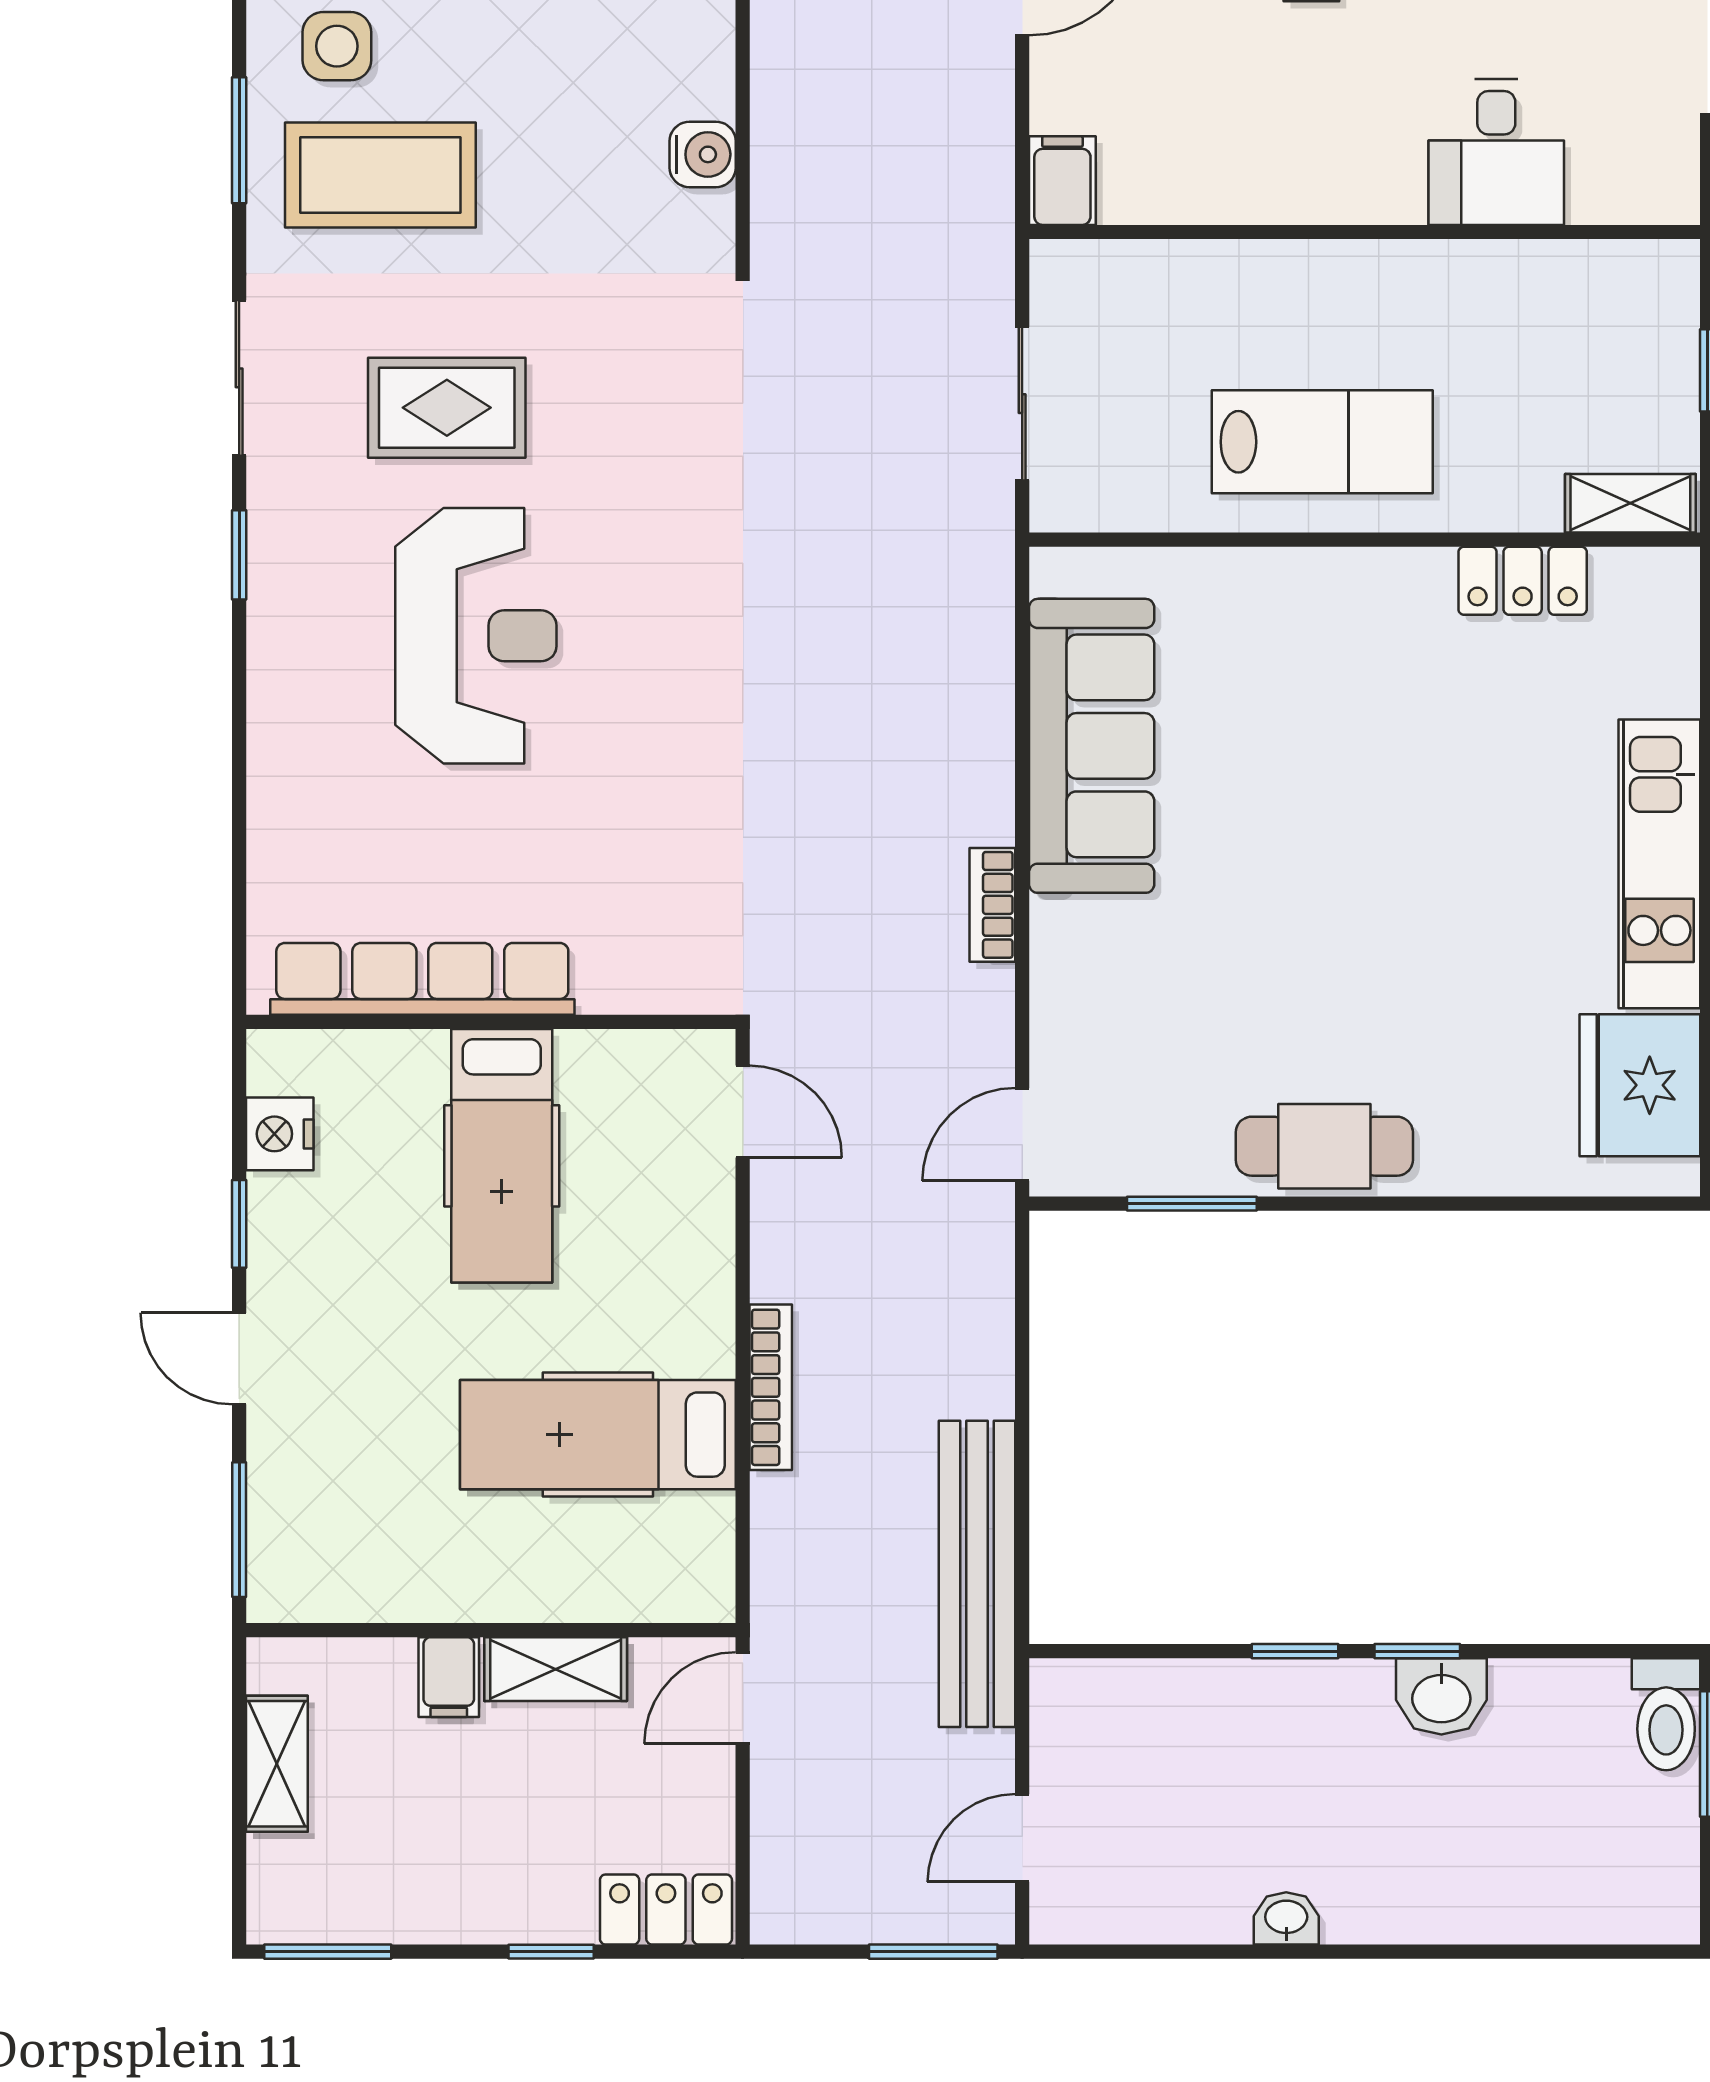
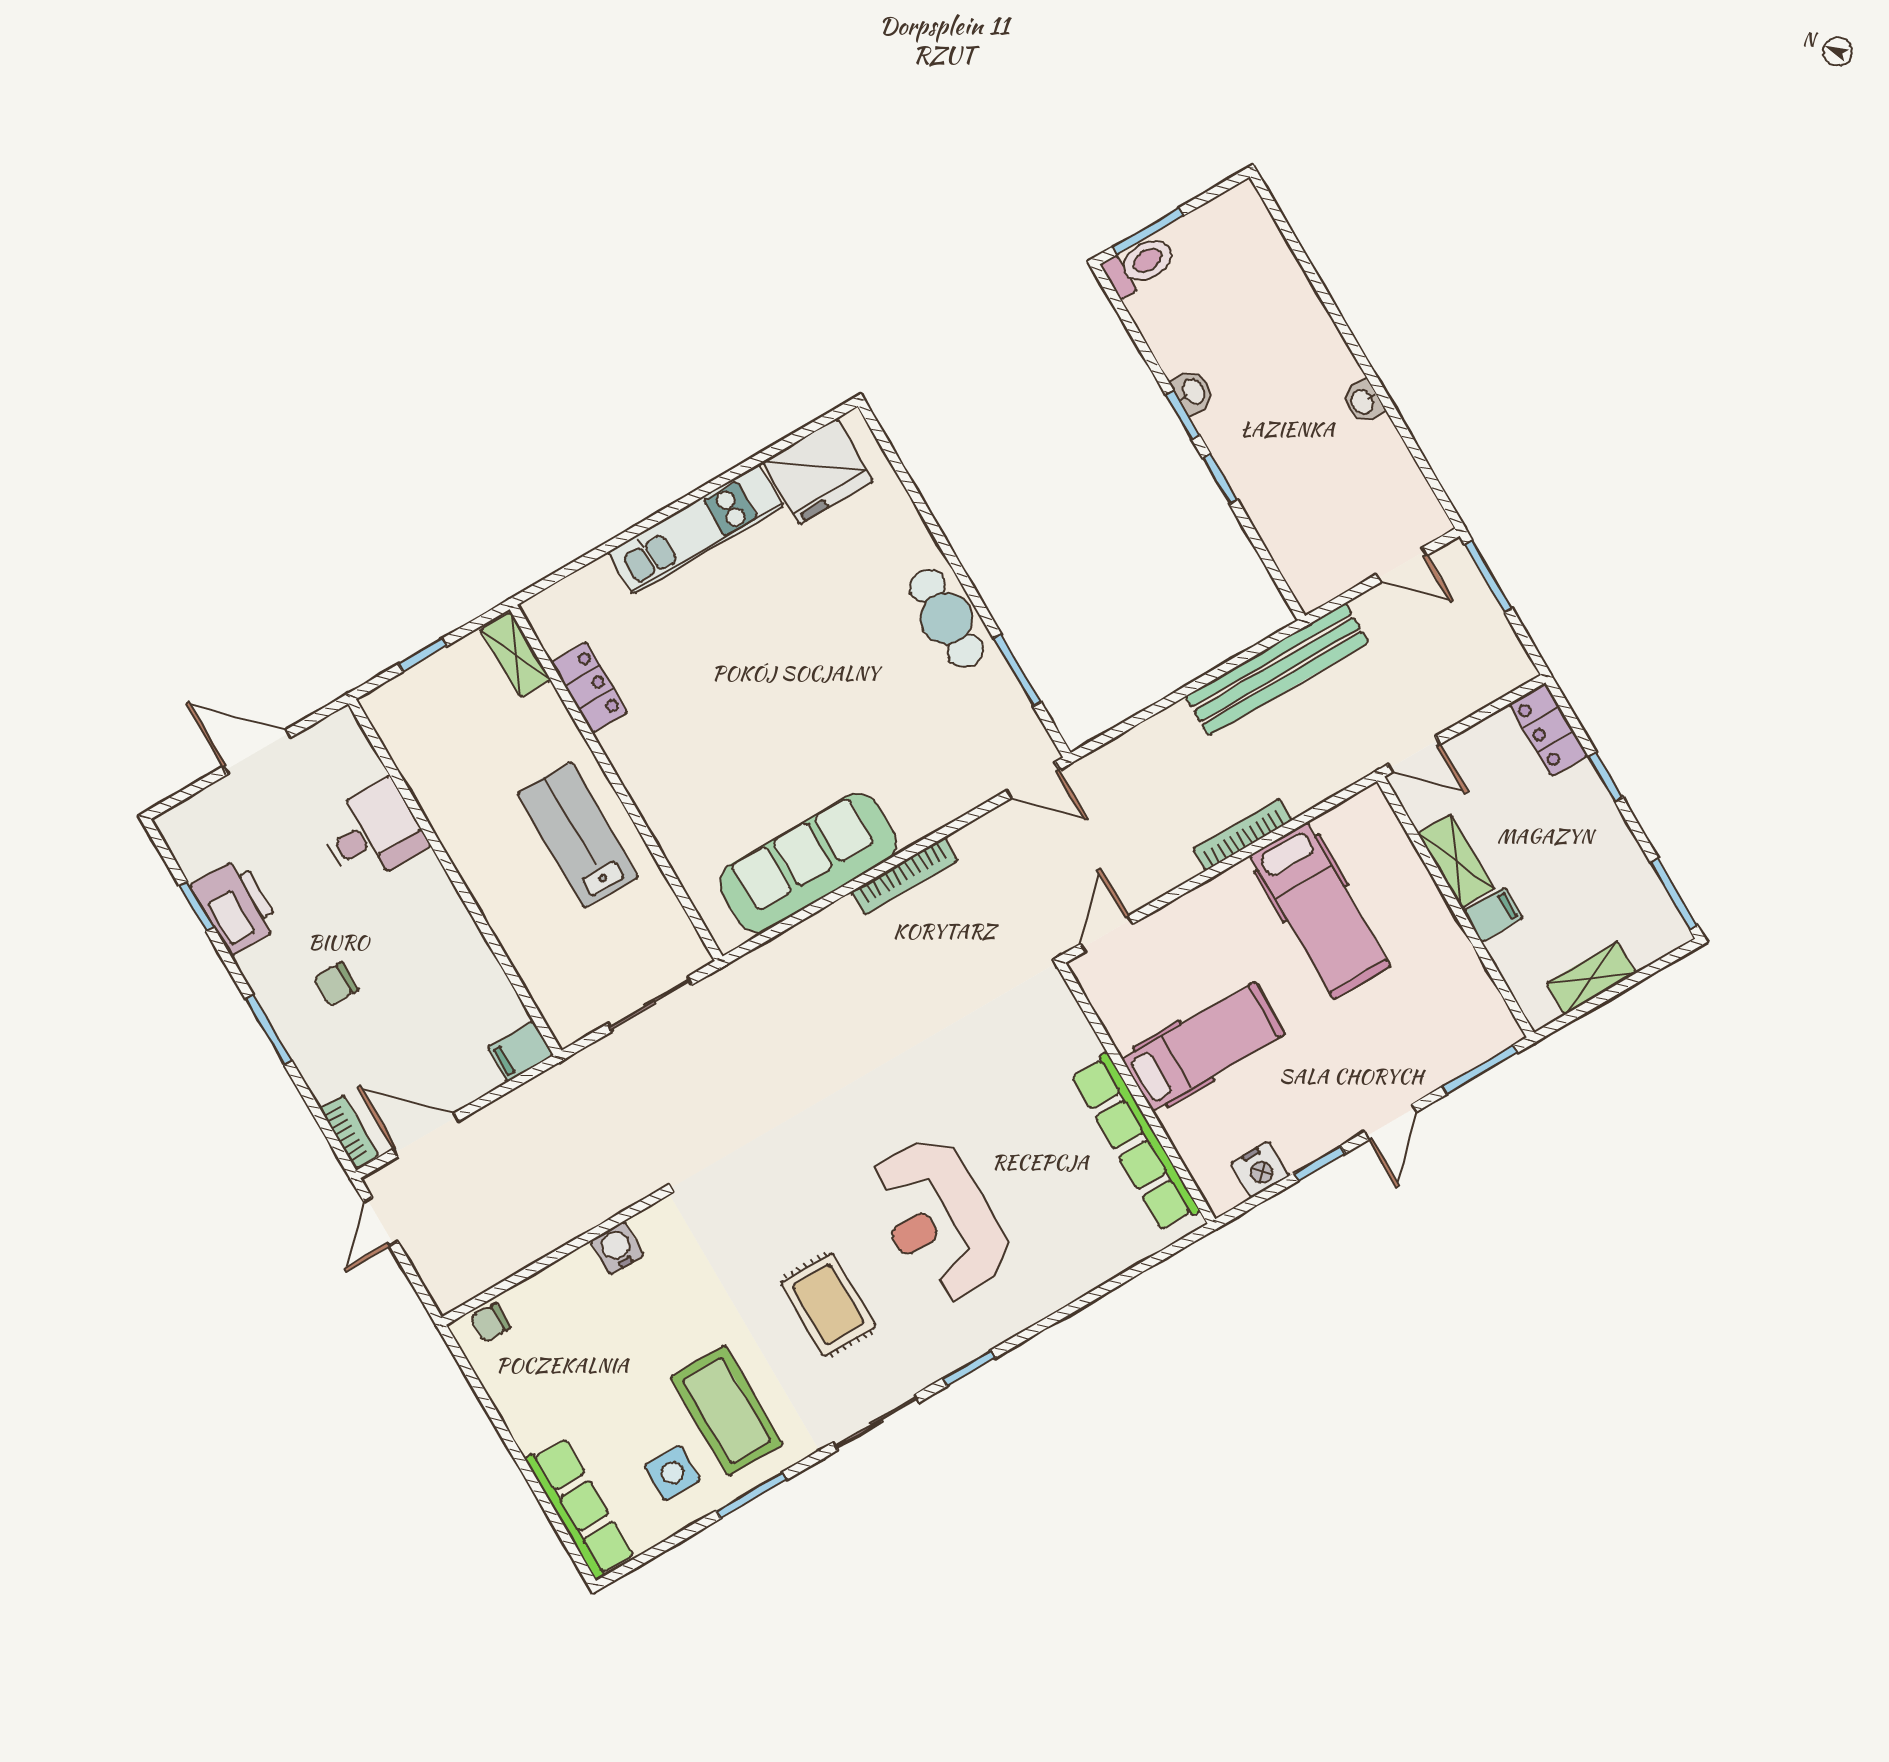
reception desk: (476, 636) -> (939, 1219), turned -90
bookcase: (992, 905) -> (905, 876), width x1.56
washbasin: (1441, 1696) -> (1193, 392), width x0.72, depth x0.69

